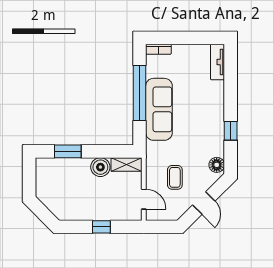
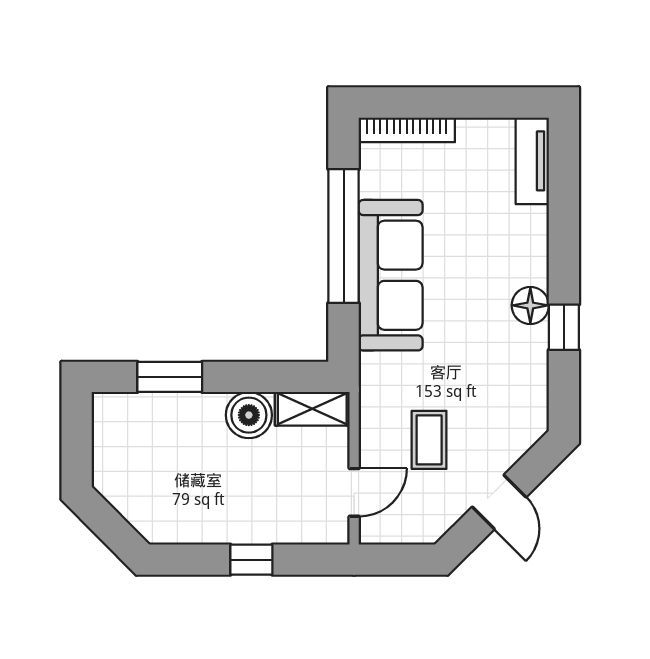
bookcase: (158, 49) -> (407, 130), width x1.56
floor lamp: (217, 165) -> (530, 305), moved
door: (144, 199) -> (354, 492), hinge flipped

